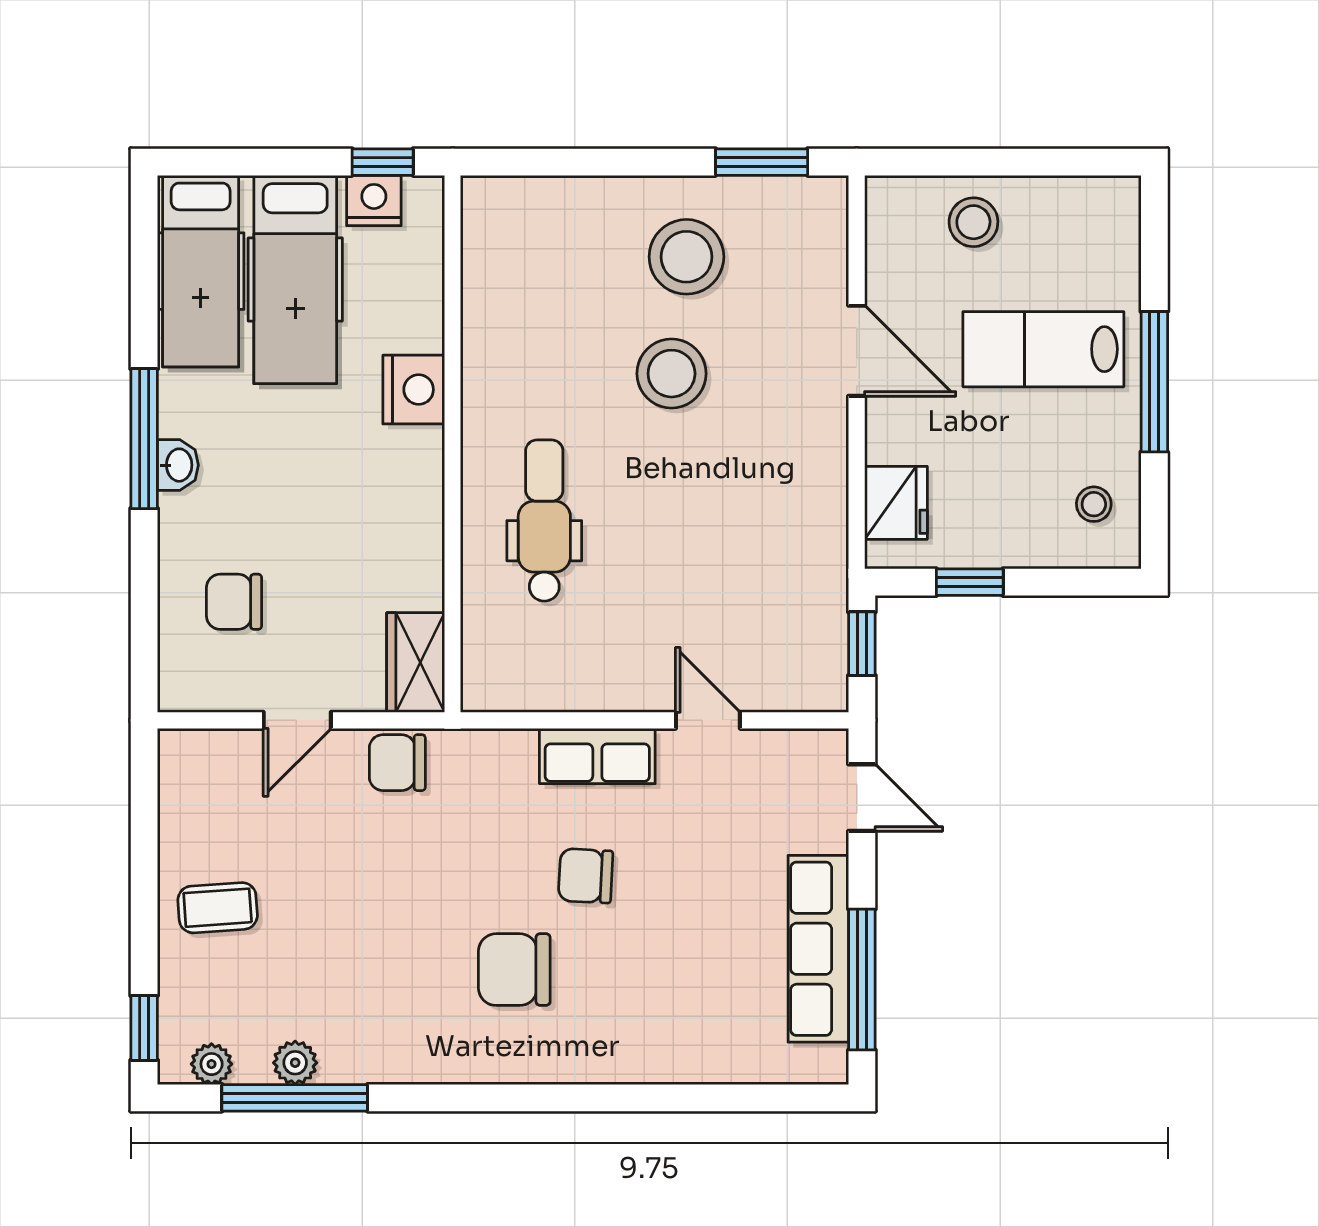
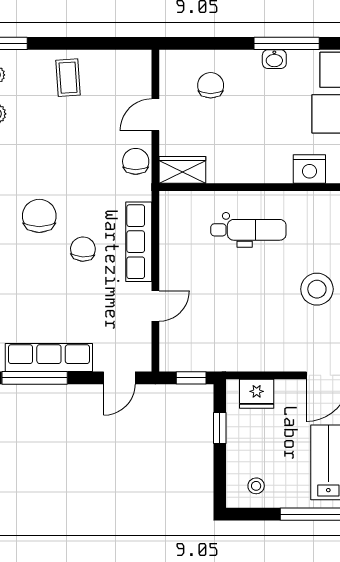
door: (297, 720) -> (155, 115), hinge flipped
row of seats: (597, 756) -> (139, 242), width x1.48

